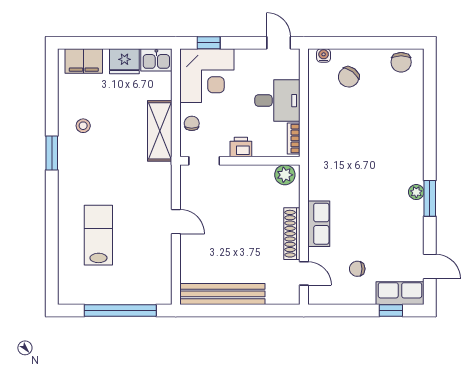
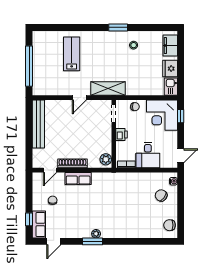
shelving: (160, 131) -> (108, 89), moved
lab bench: (98, 235) -> (72, 54), turned -90

